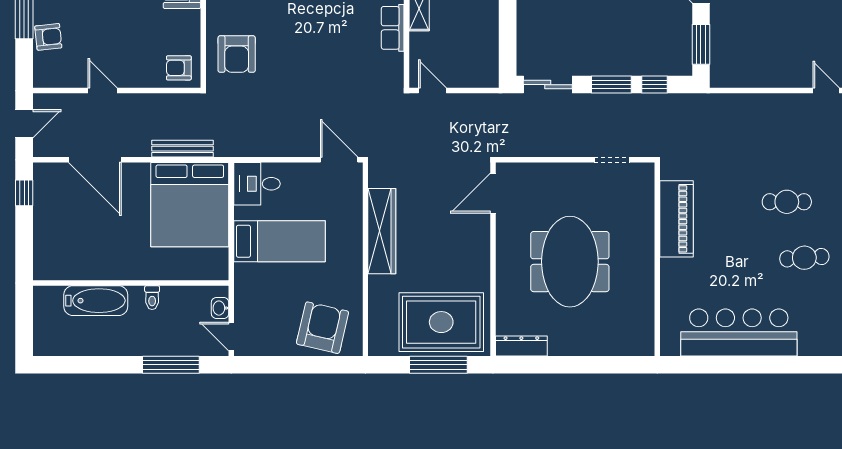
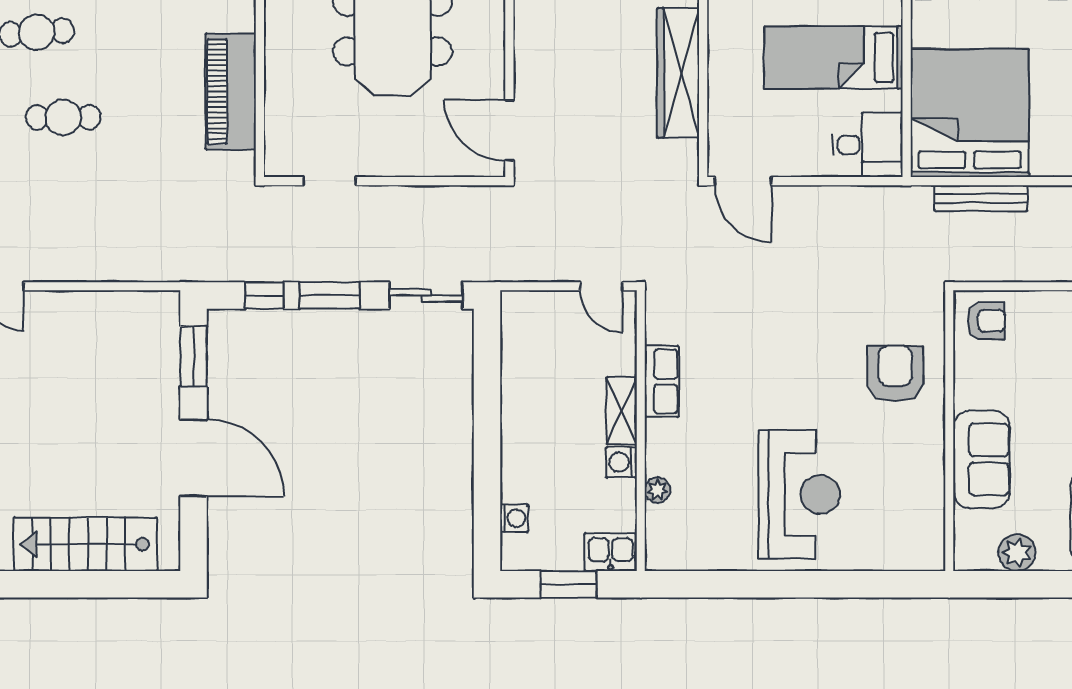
armchair: (237, 54) -> (895, 374), moved
door: (493, 193) -> (509, 130), swing flipped

